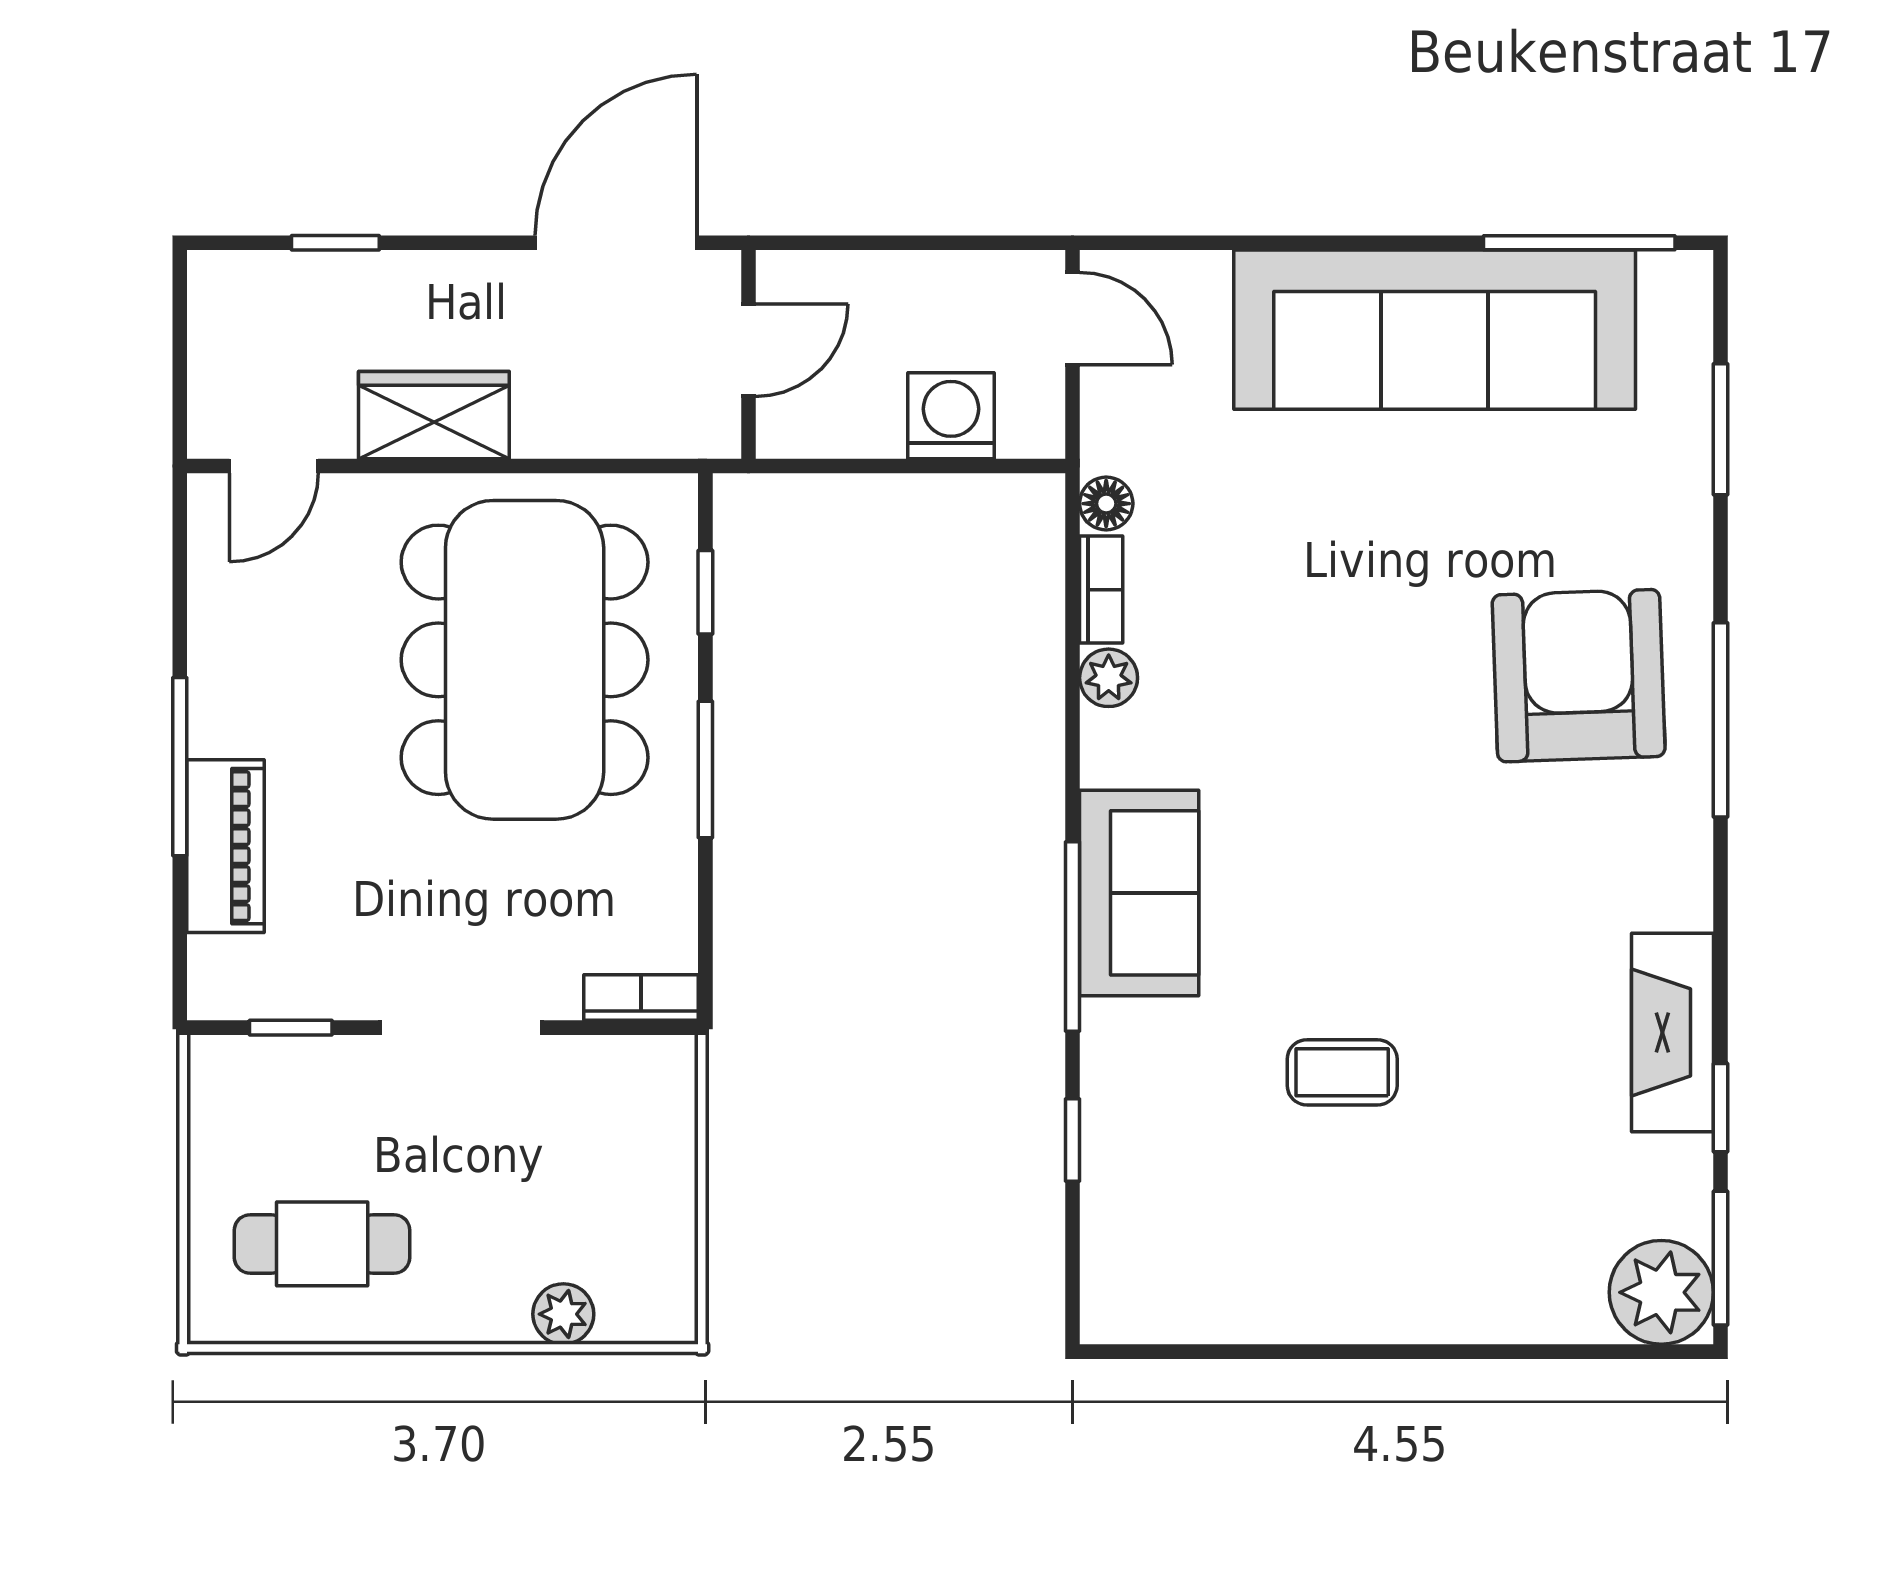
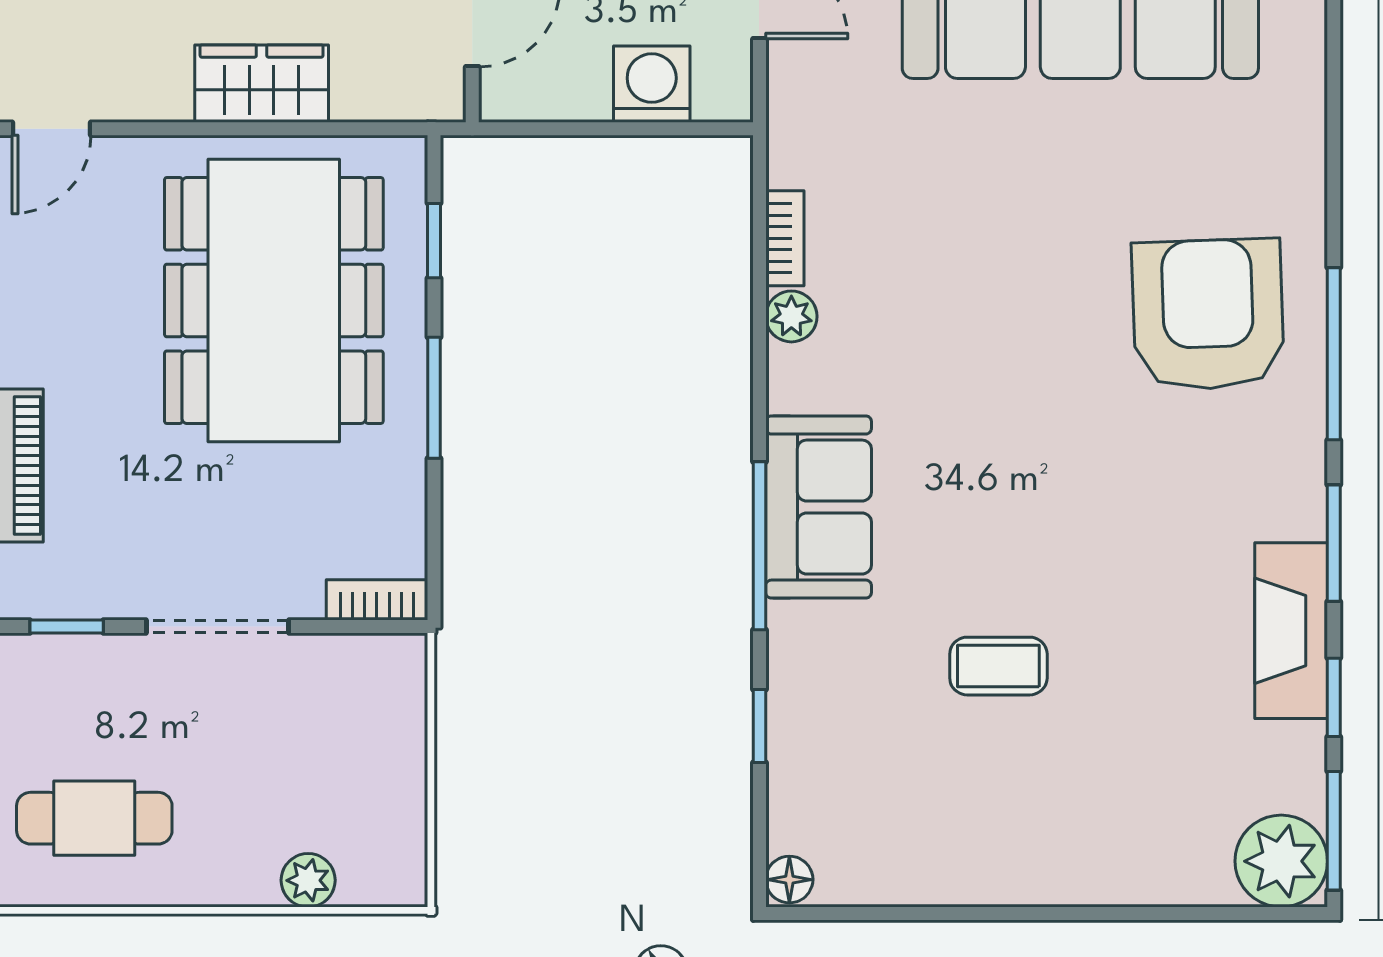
wardrobe: (434, 415) -> (262, 84), moved
window: (1721, 429) -> (1334, 543), moved
floor lamp: (1106, 504) -> (789, 880), moved

